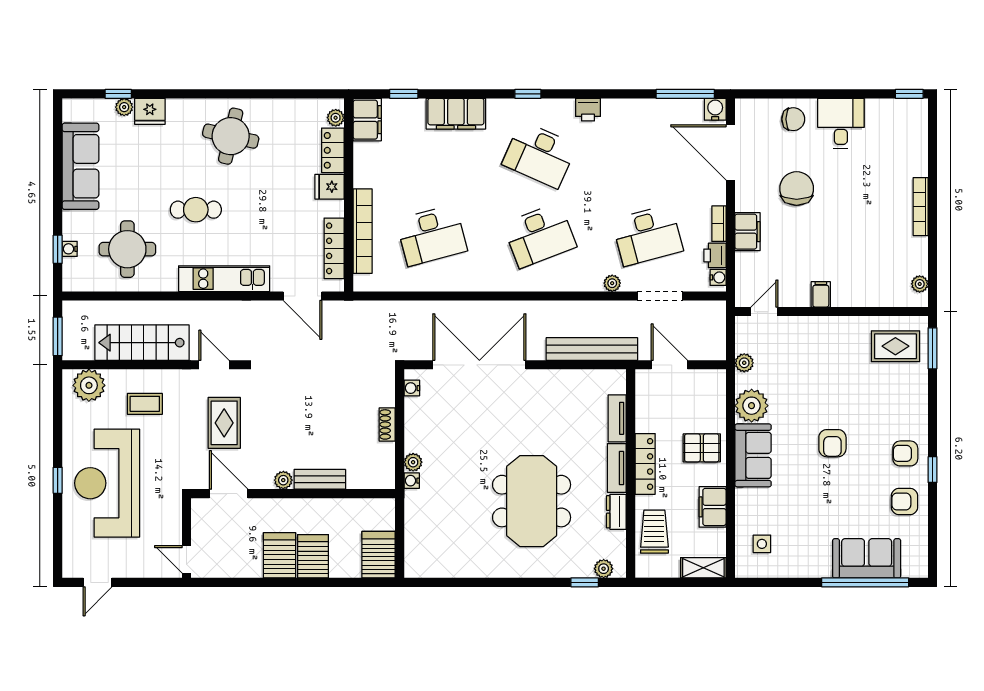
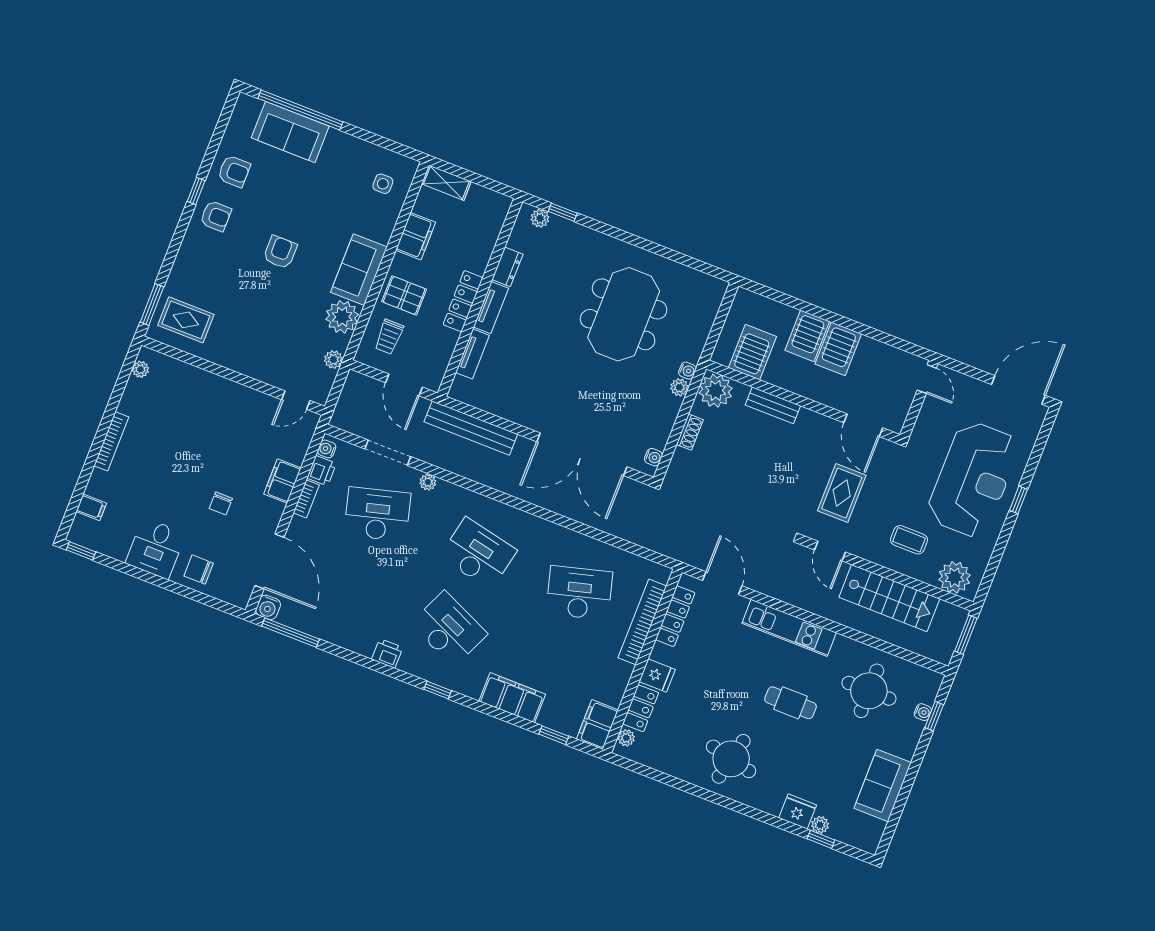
sofa: (80, 166) -> (883, 785), width x0.73
chair: (797, 189) -> (221, 503), width x0.54, depth x0.54
desk: (540, 235) -> (478, 554), turned 33
filing cabinet: (821, 294) -> (91, 507), moved, turned -90
plant: (283, 480) -> (716, 391), moved, width x1.87, depth x1.87
meeting table: (532, 501) -> (624, 314), moved
trolley: (654, 532) -> (389, 337), moved, width x0.73, depth x0.72
server rack: (379, 555) -> (752, 352), moved, turned 180
door: (97, 582) -> (1018, 390), width x1.88

